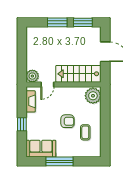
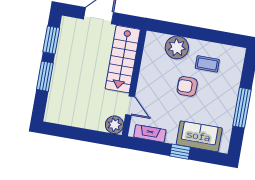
plant: (93, 96) -> (177, 47), moved
armchair: (67, 121) -> (187, 86), turned -90
sofa: (41, 149) -> (199, 136), moved, turned 90

